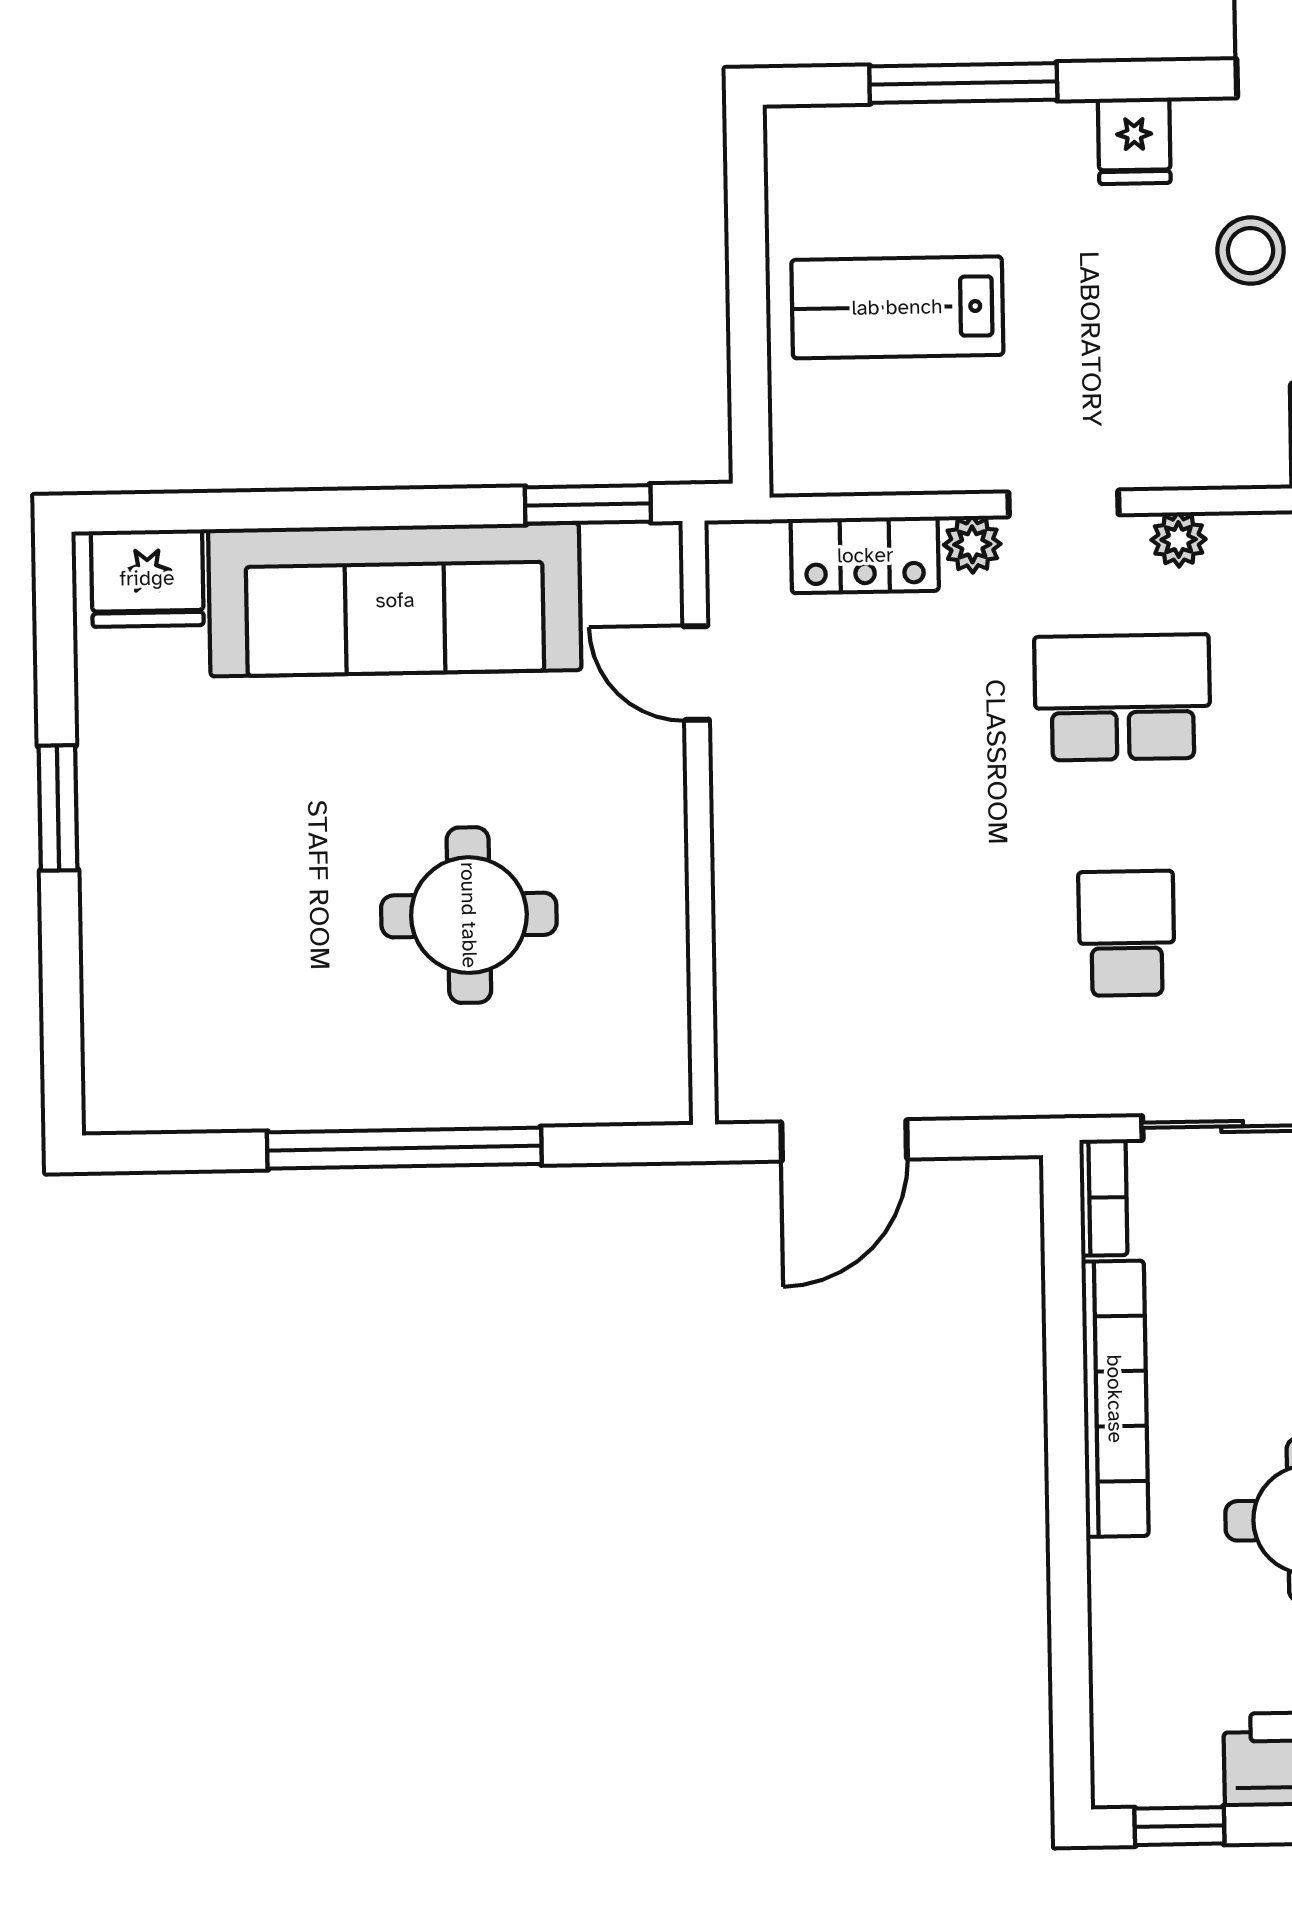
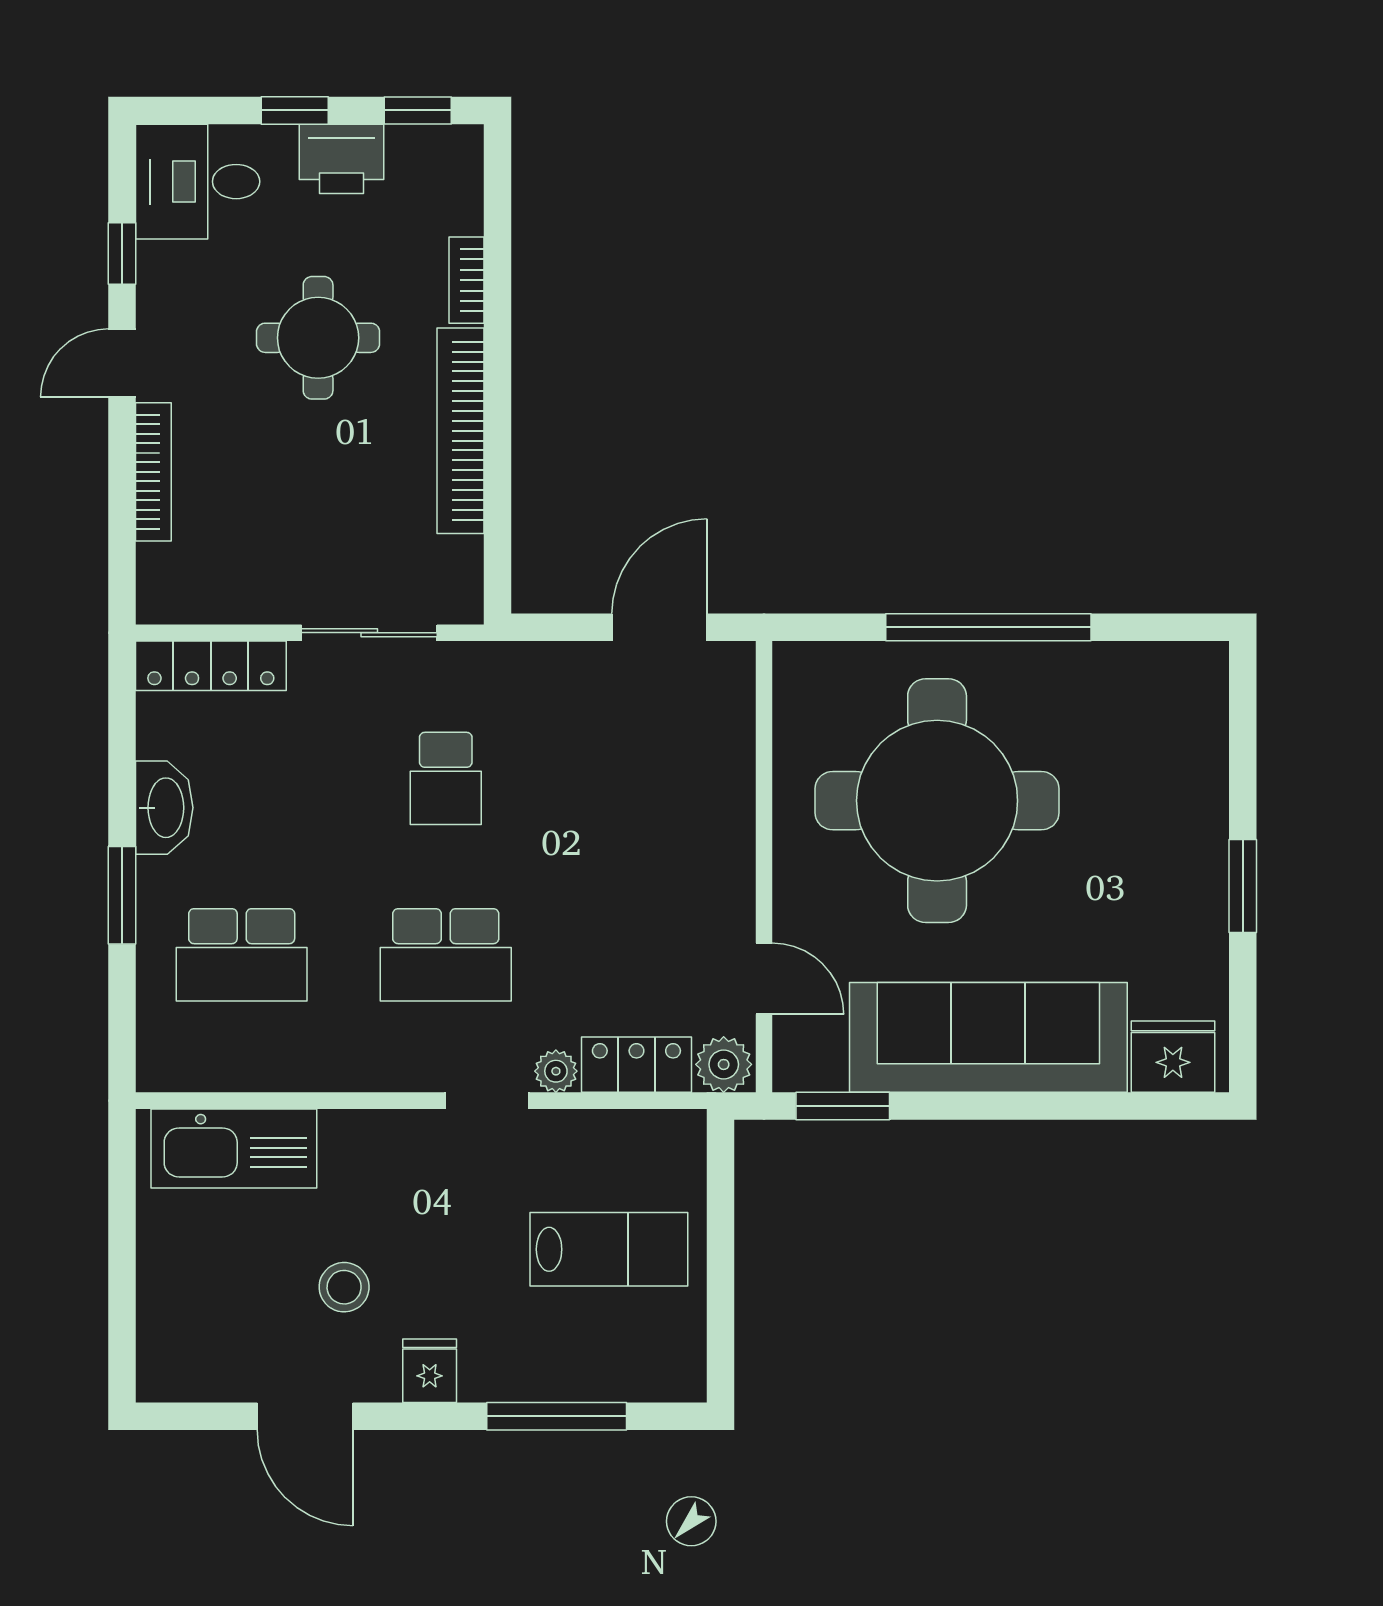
plant: (1179, 540) -> (724, 1064), moved, width x1.38, depth x1.38
round table: (469, 915) -> (937, 801), width x1.86, depth x1.86
bookcase: (1103, 1197) -> (466, 280), moved

